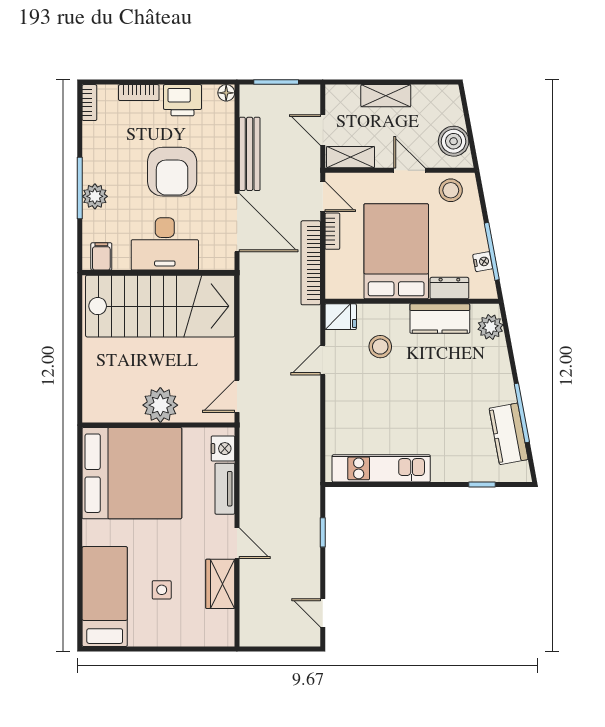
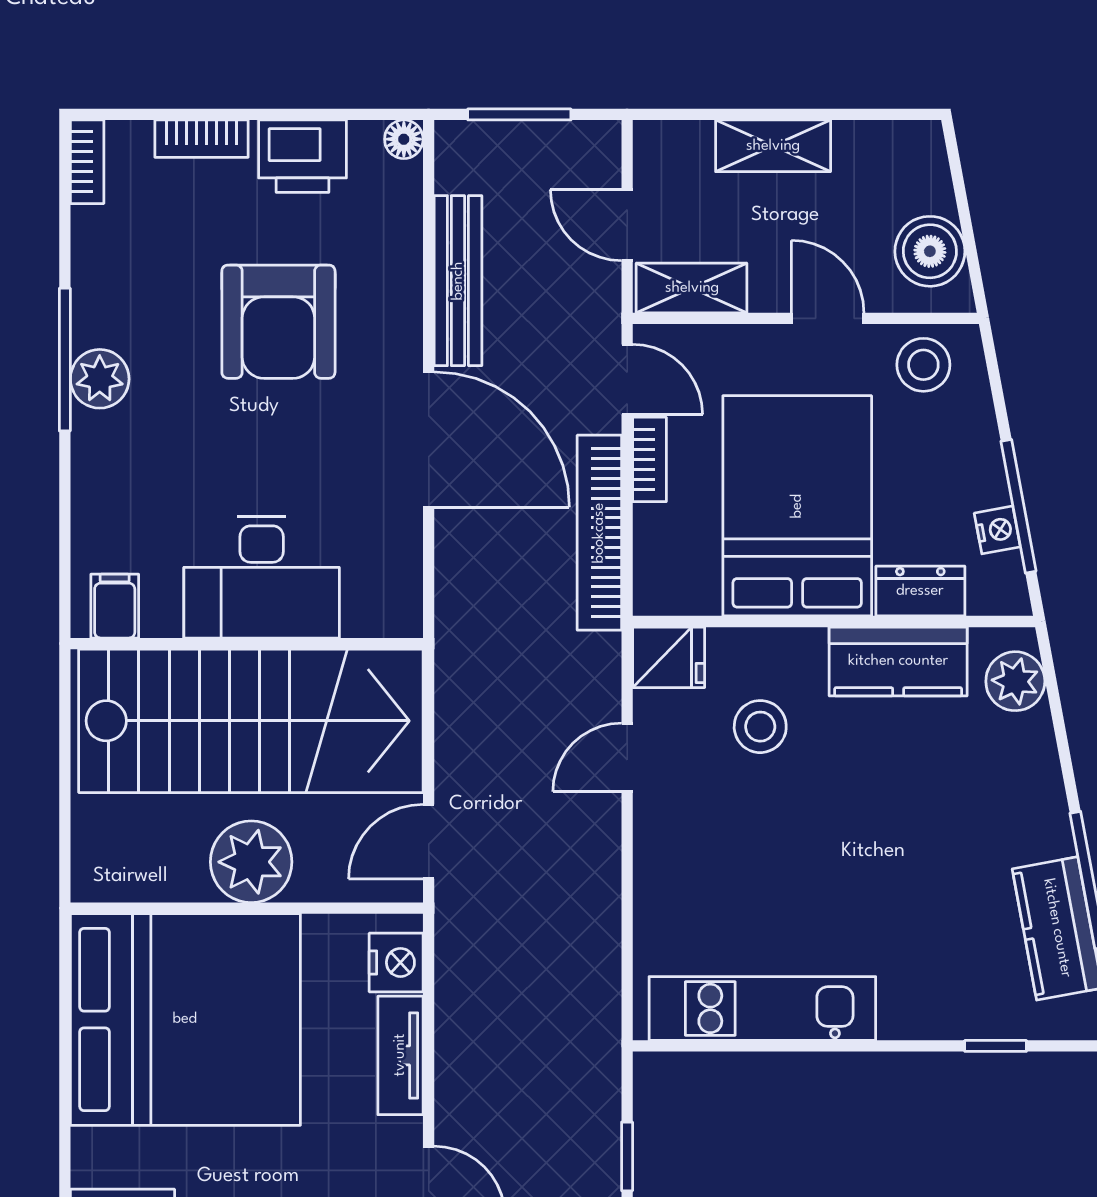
desk: (165, 244) -> (262, 577), moved
filing cabinet: (101, 256) -> (115, 606), moved
wall: (158, 273) -> (247, 644), moved
stairs: (160, 306) -> (251, 721), moved

